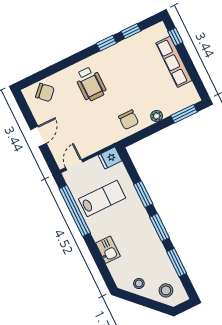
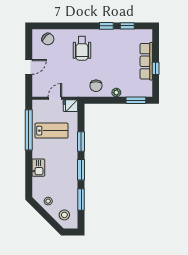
window: (175, 37) -> (156, 68), moved
door: (74, 165) -> (55, 98), moved

